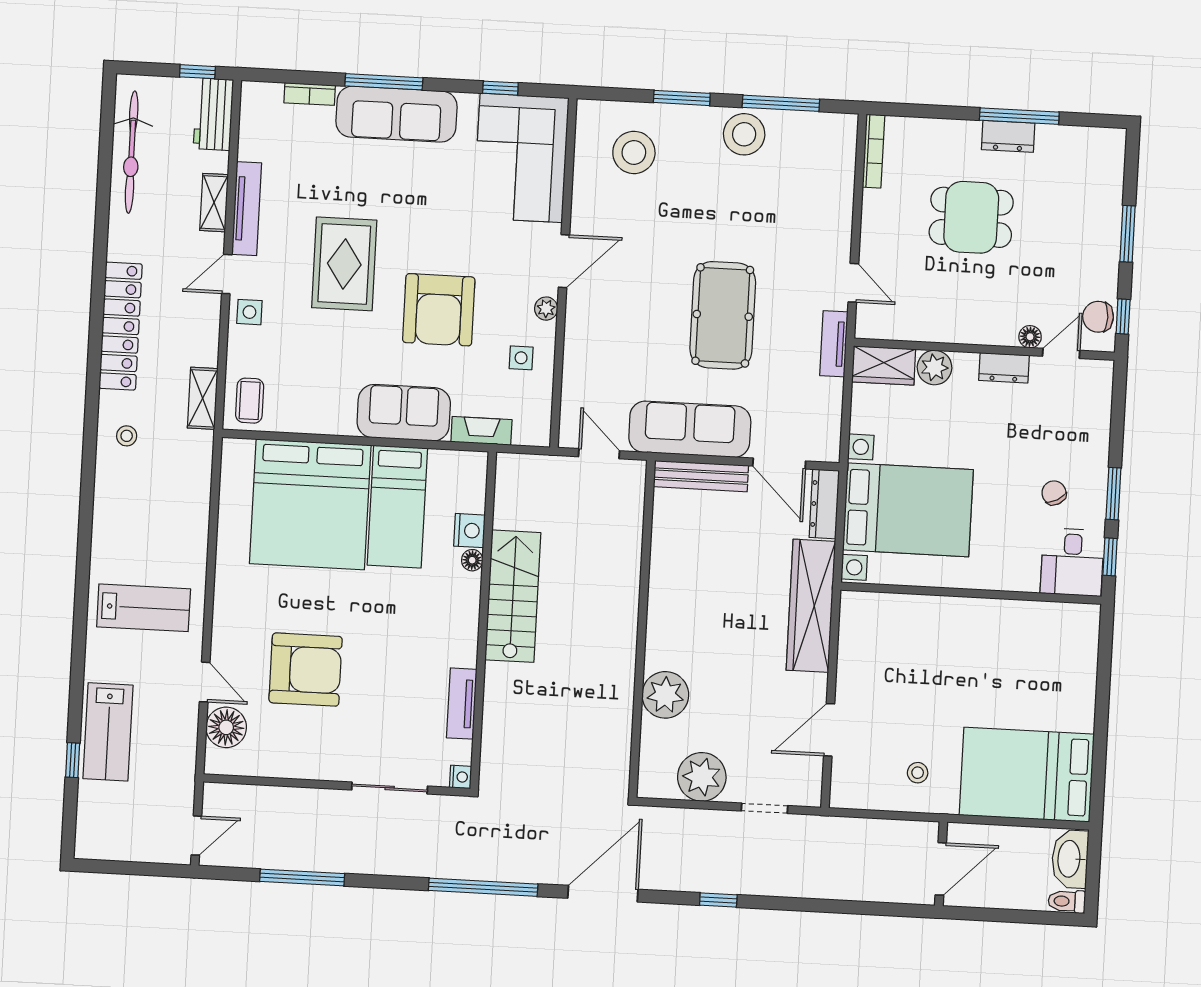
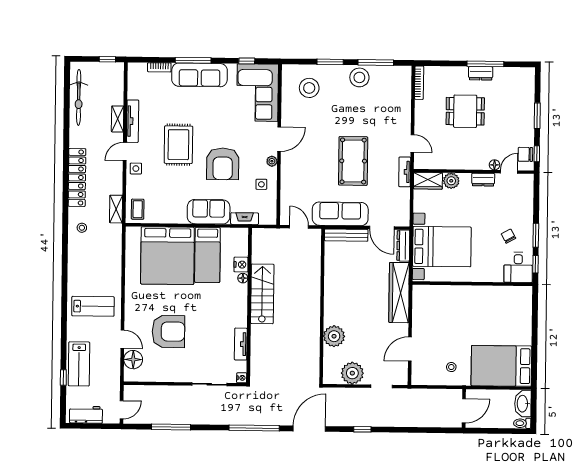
workbench: (213, 114) -> (86, 415), moved, turned 90

